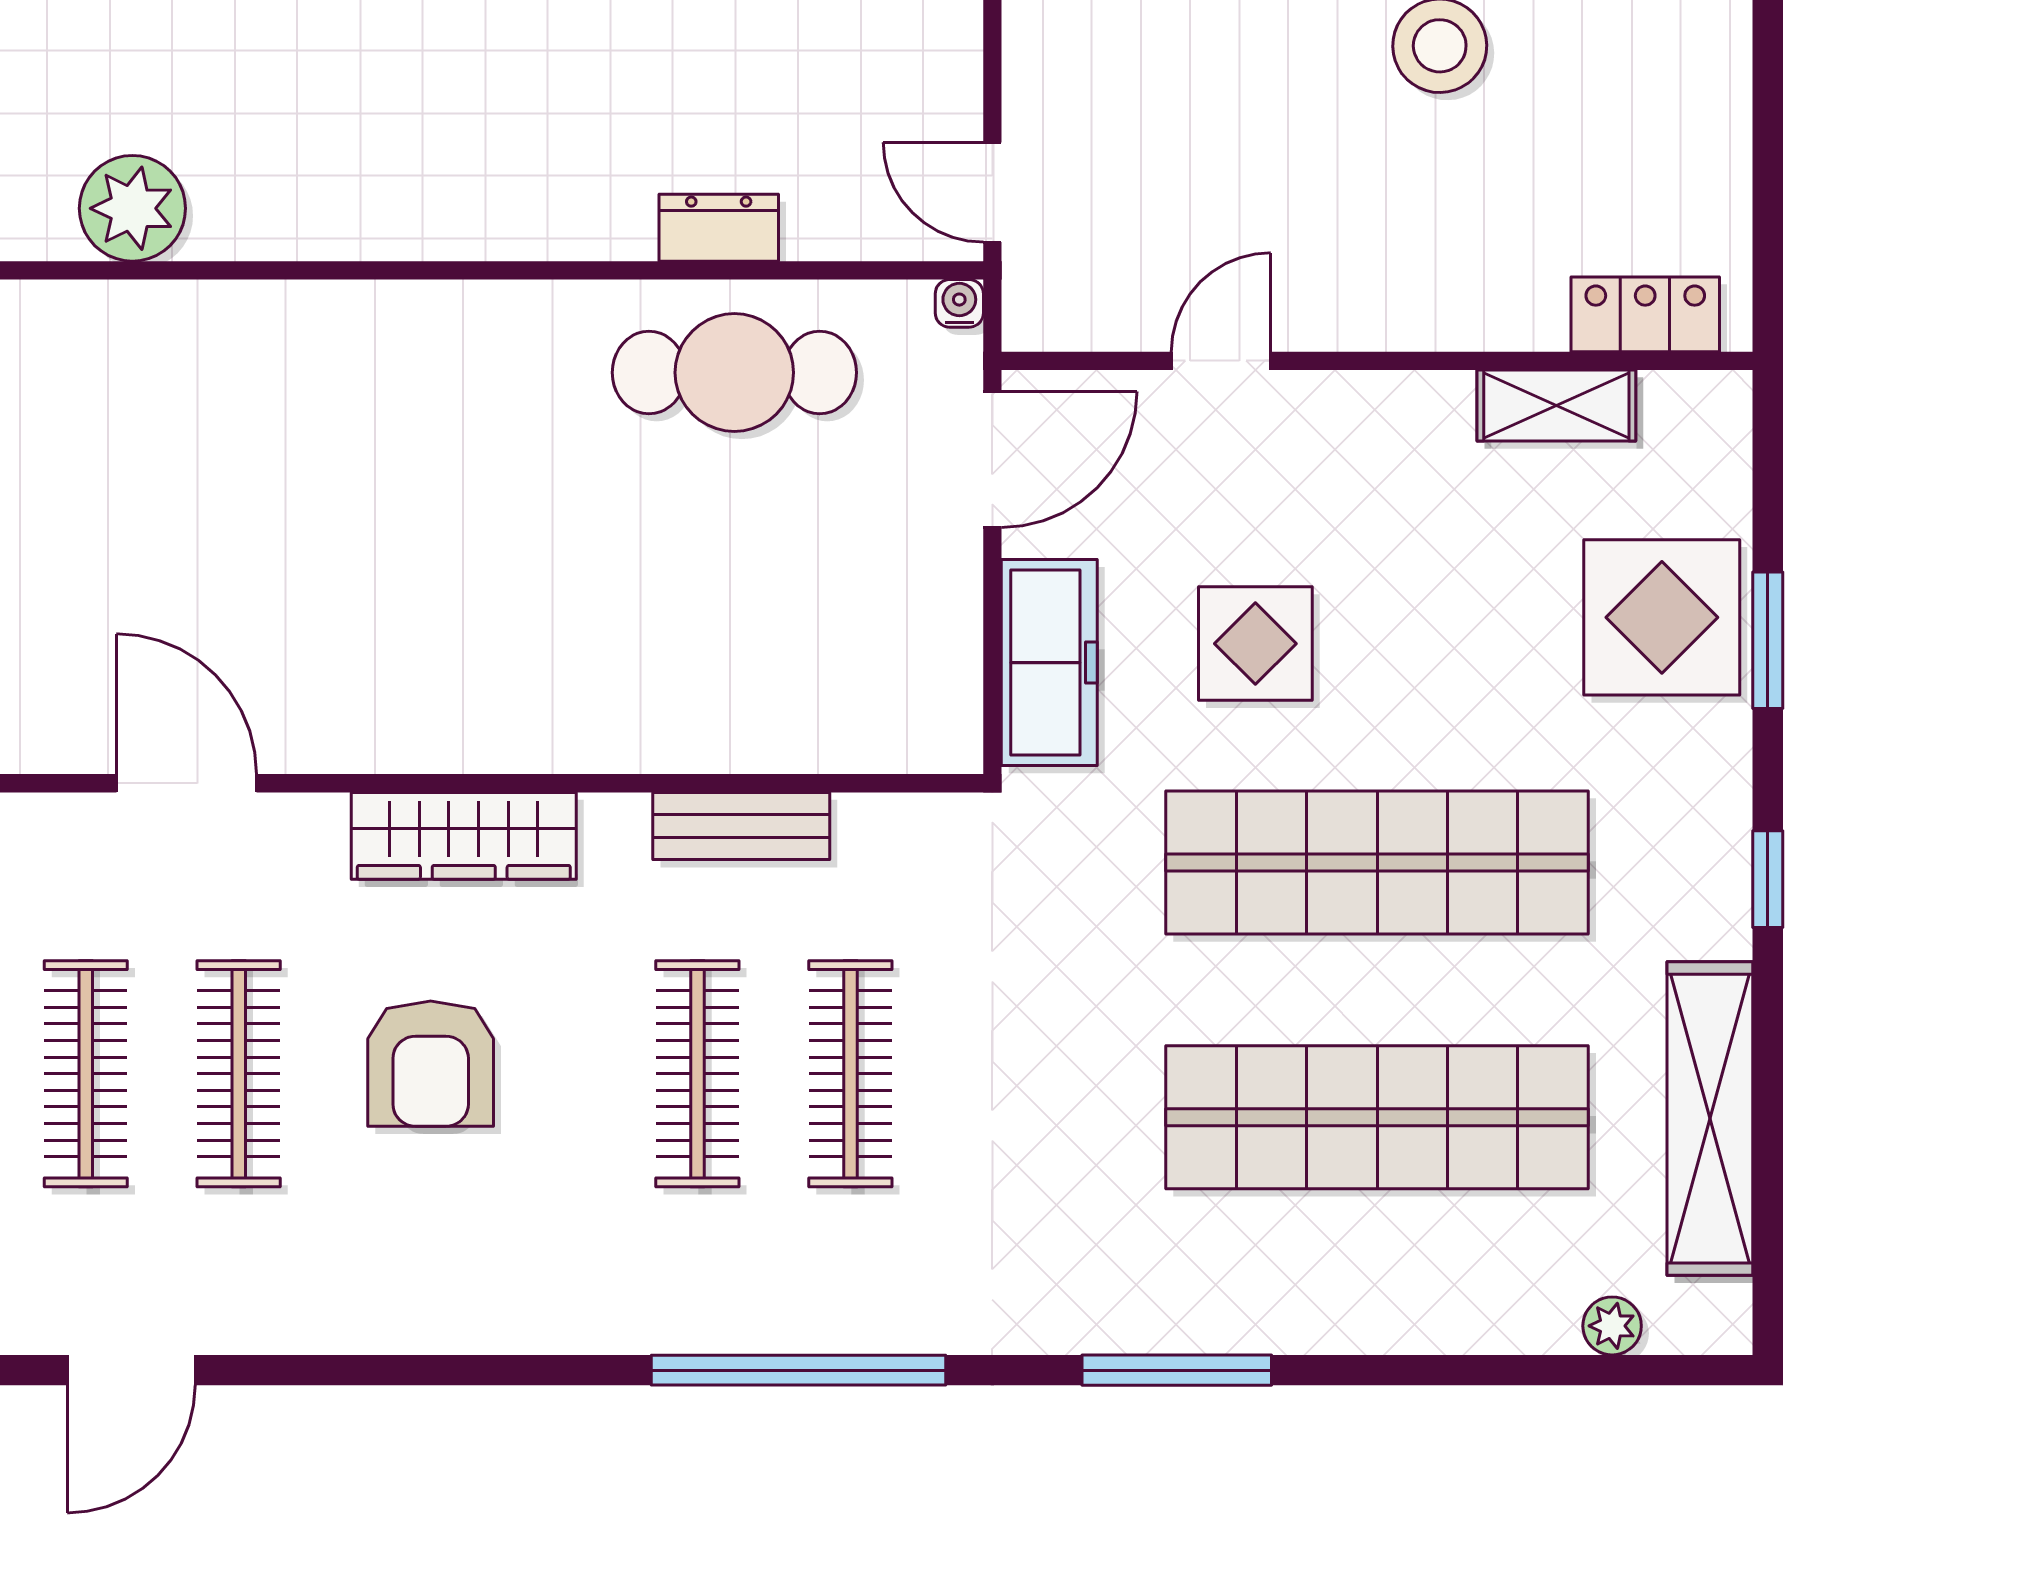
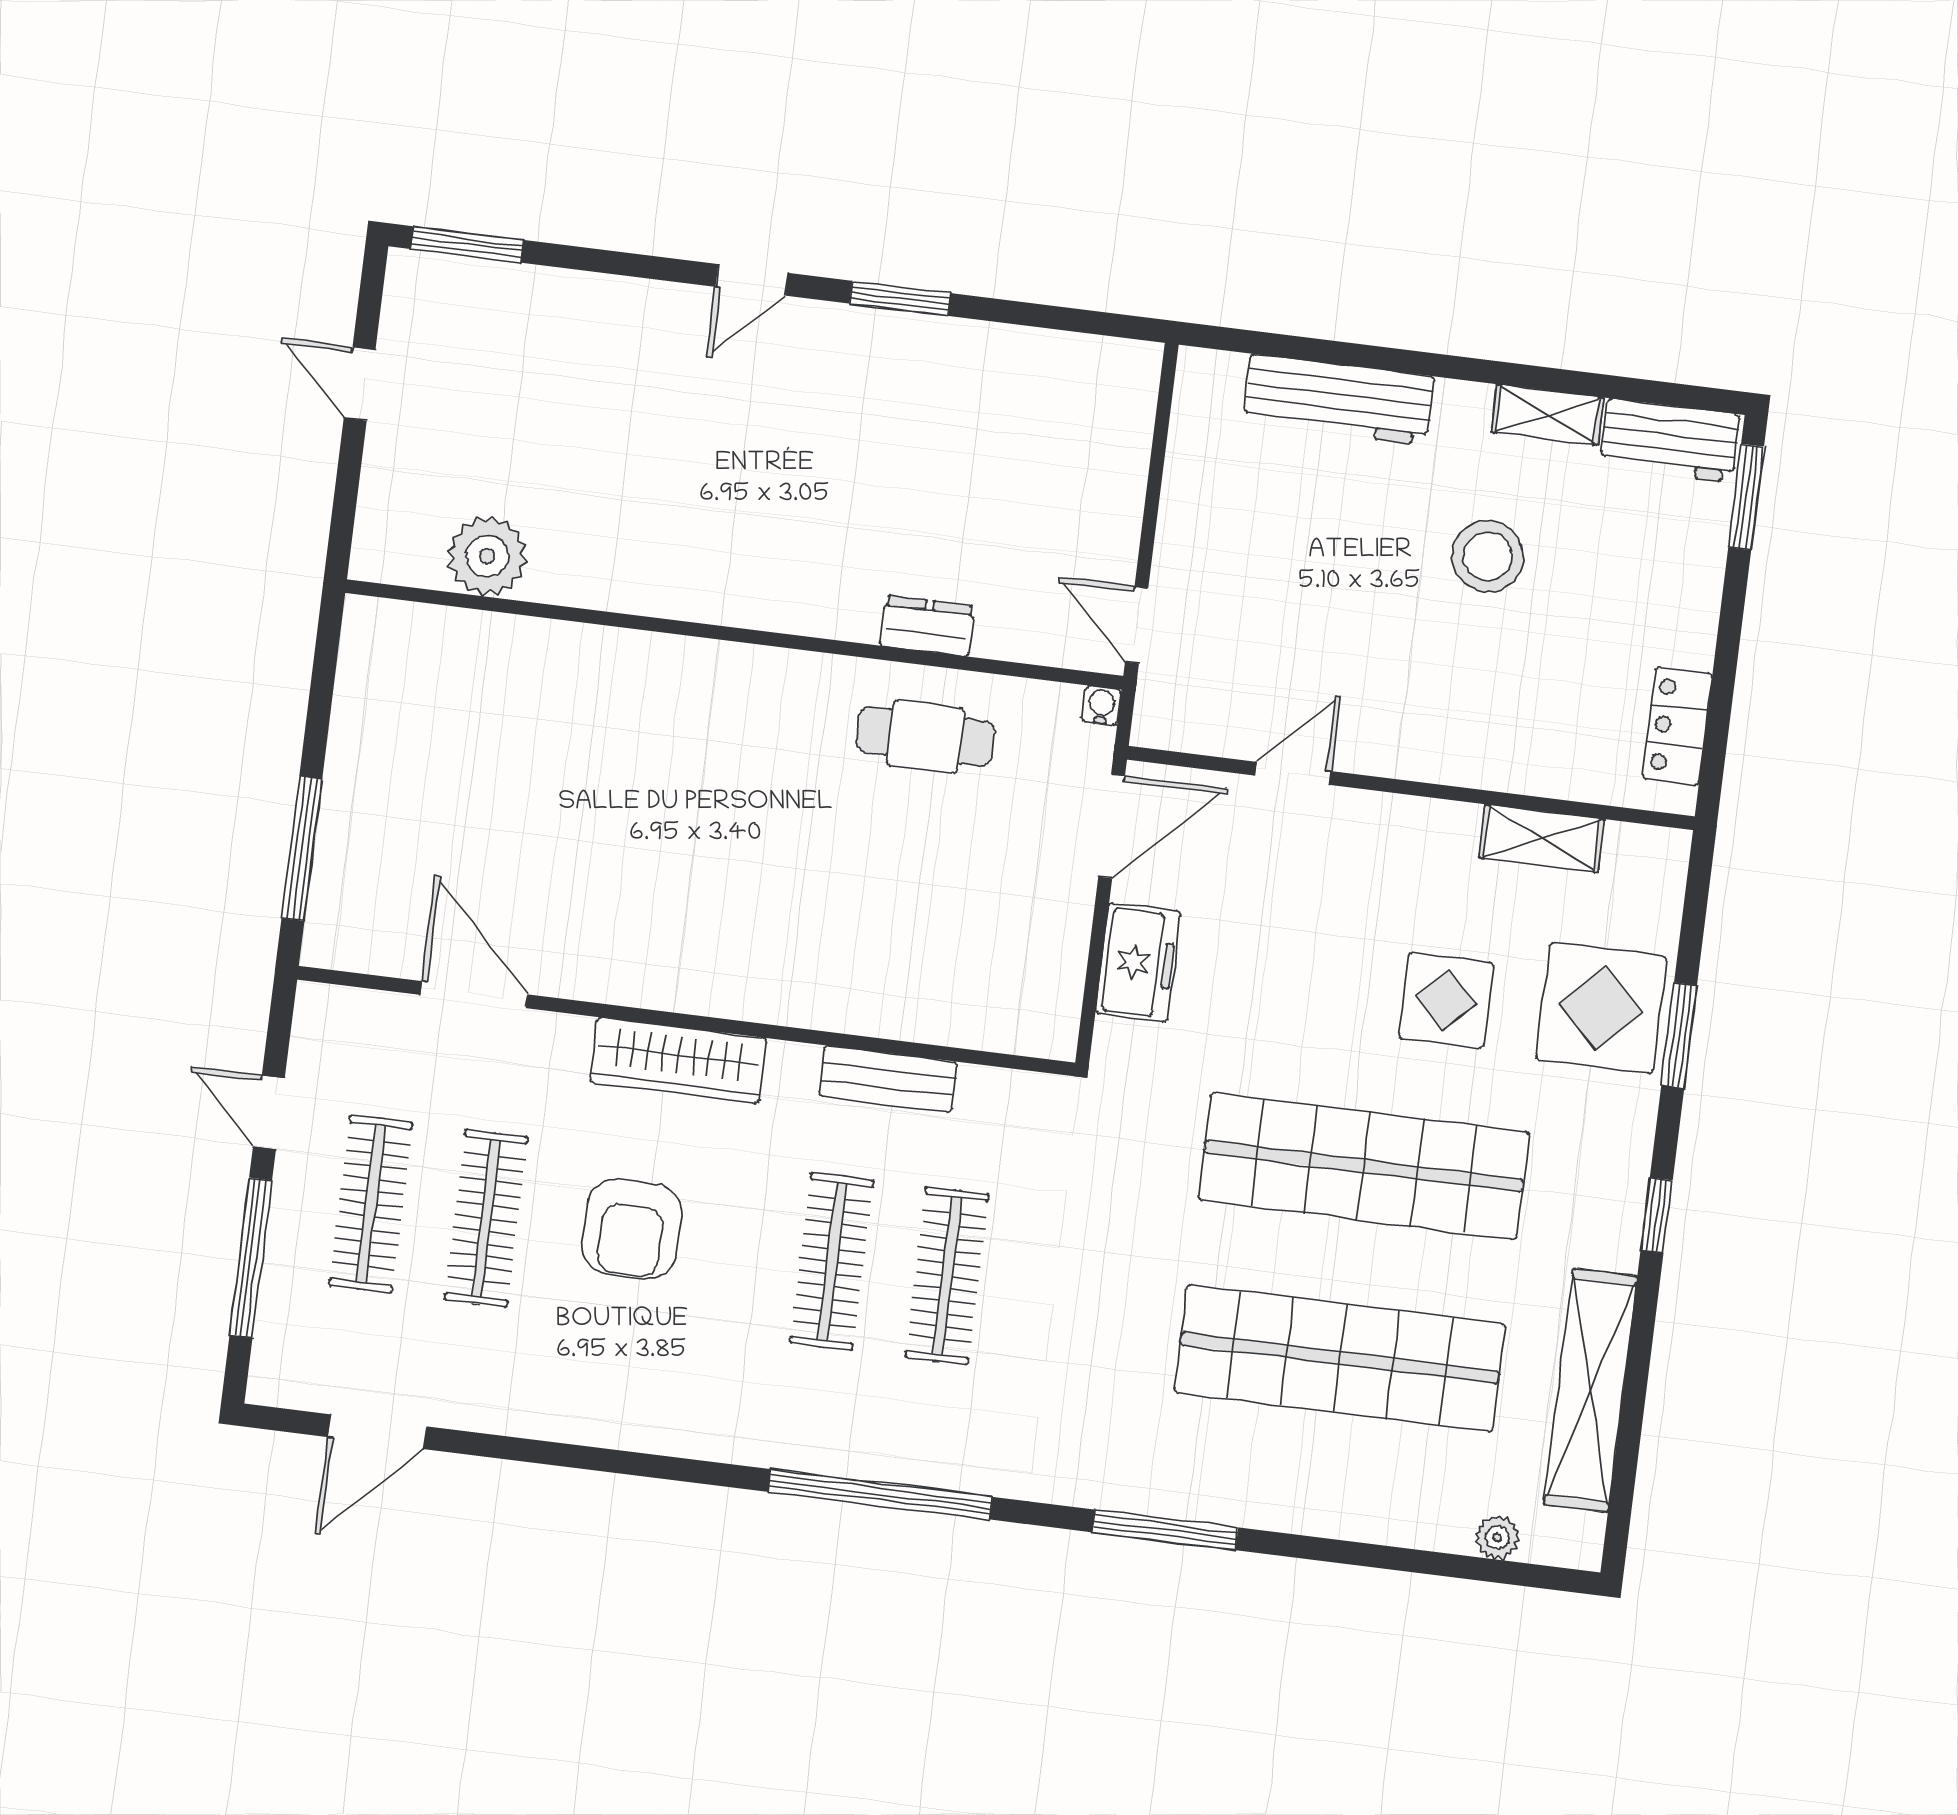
locker: (1645, 314) -> (1677, 726), moved, turned -90
cafe table: (734, 373) -> (925, 737), width x0.73, depth x0.74
display table: (1255, 644) -> (1446, 1000), moved
freezer: (1049, 663) -> (1138, 962), width x0.71

